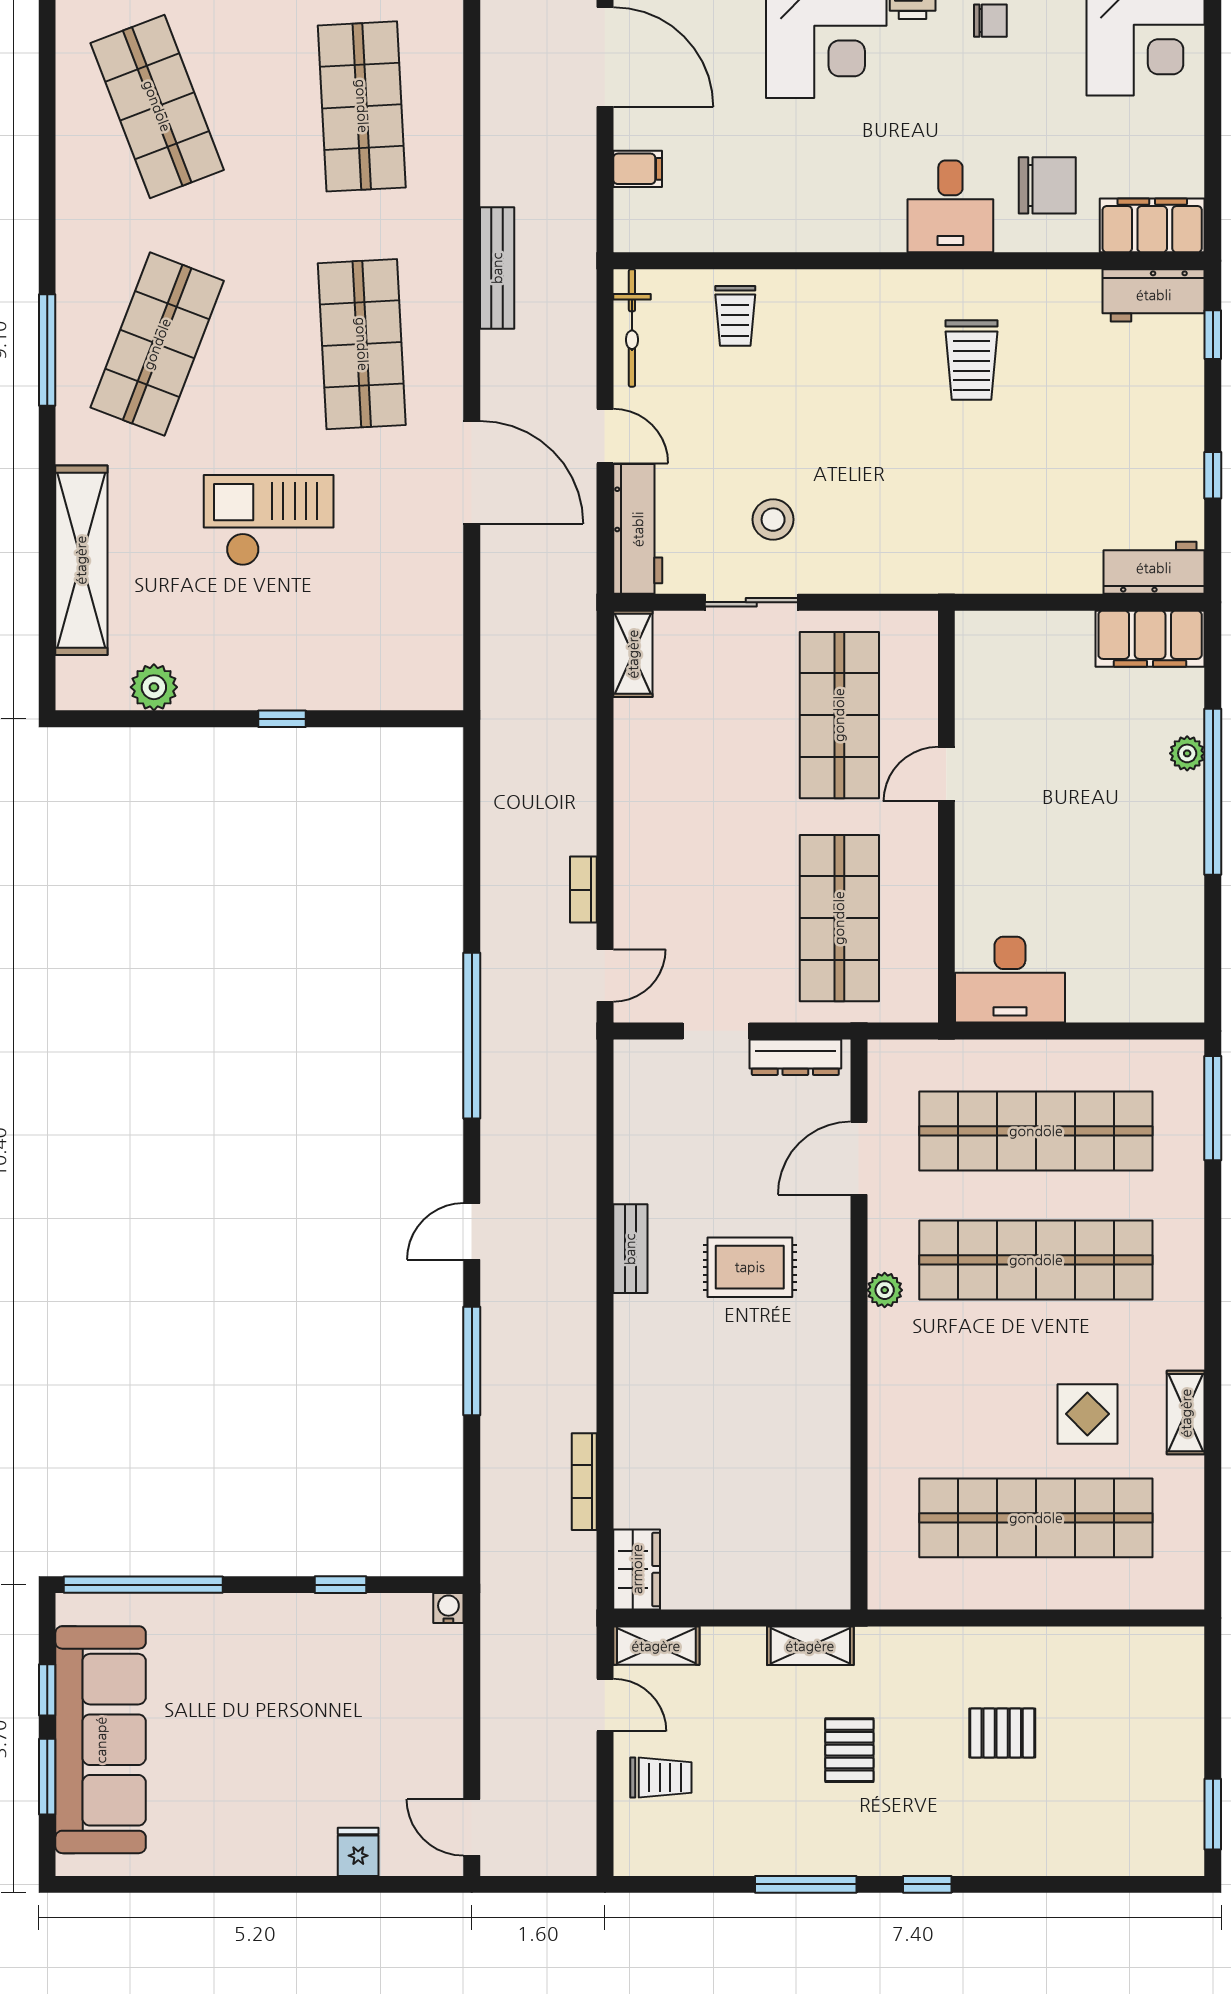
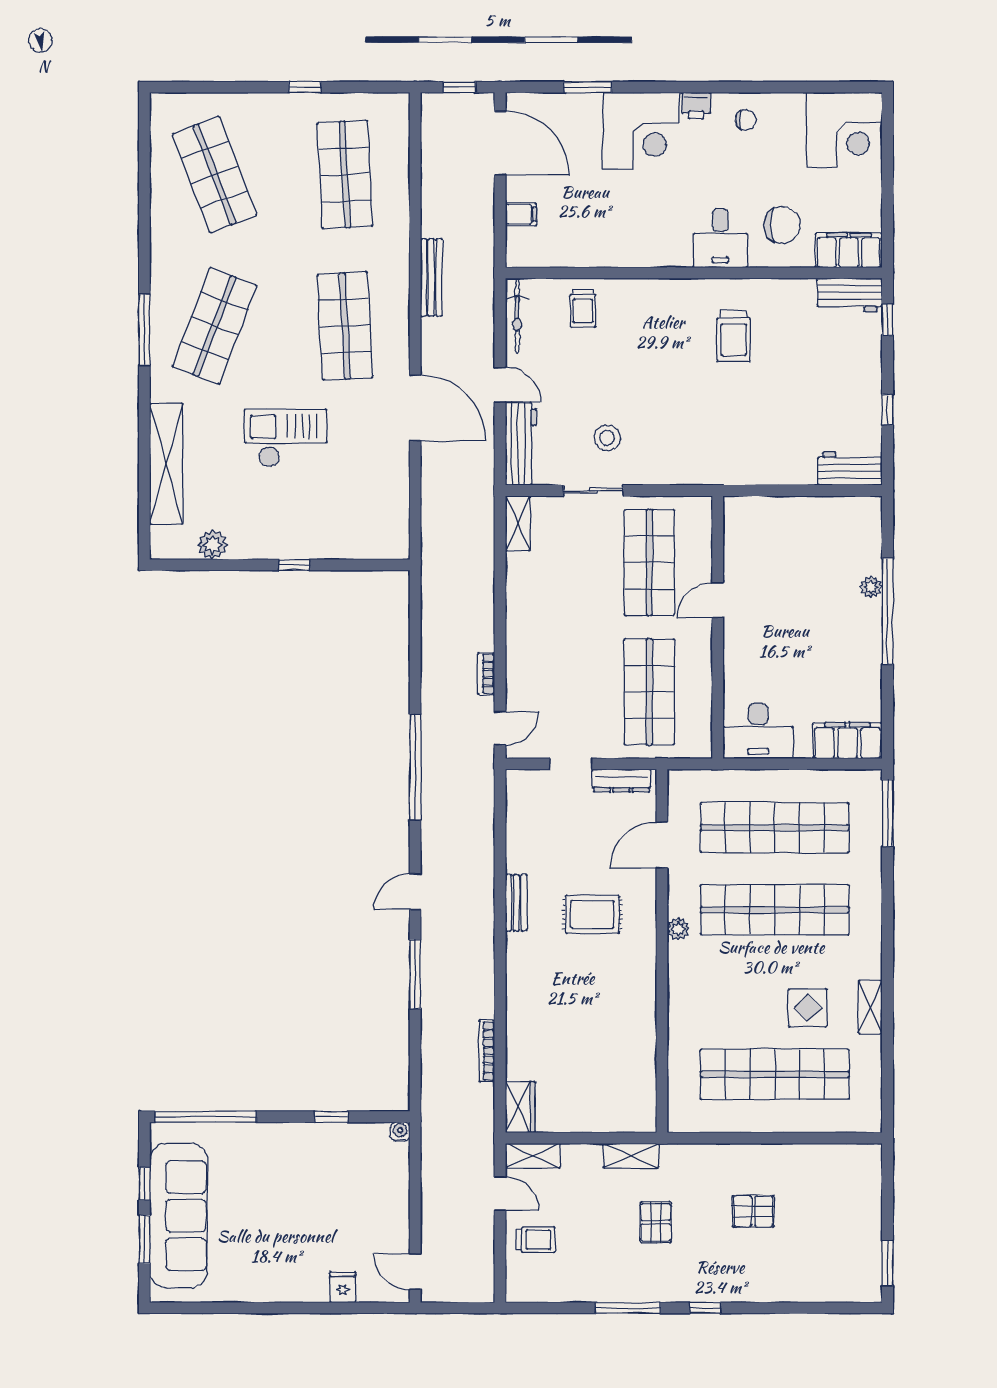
filing cabinet: (1150, 639) -> (847, 741), moved, turned 180

